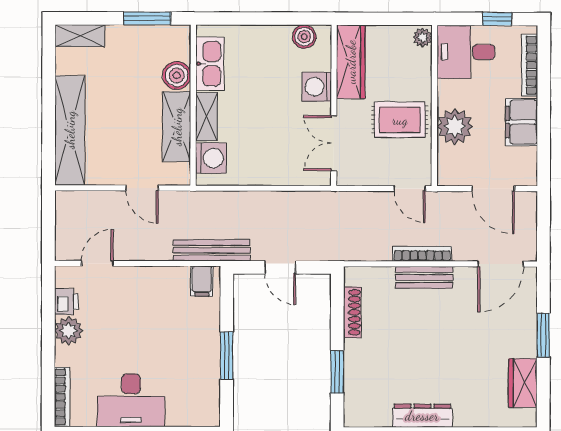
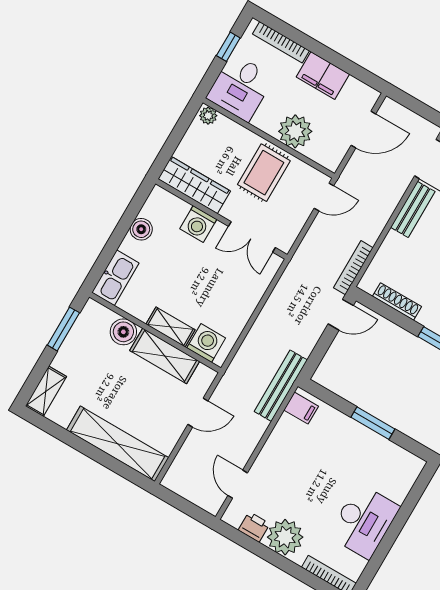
boiler: (304, 37) -> (141, 229), moved
kitchen sink: (210, 64) -> (115, 278), moved, turned 90
bookcase: (422, 254) -> (353, 268), moved
door: (280, 267) -> (341, 315), moved
bench: (424, 277) -> (413, 209), moved
plant: (69, 331) -> (285, 537), width x1.36, depth x1.36

